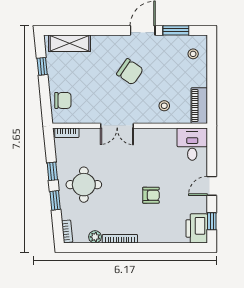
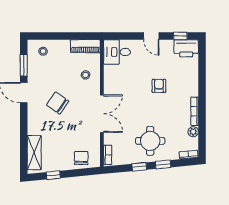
chair: (130, 72) -> (58, 103), turned -89
double door: (117, 126) -> (102, 114), width x1.37

